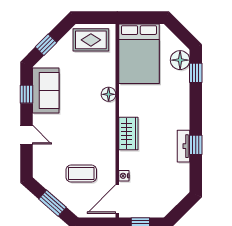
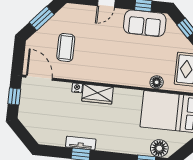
floor lamp: (109, 94) -> (157, 82), moved
nightstand: (124, 176) -> (77, 88), moved

